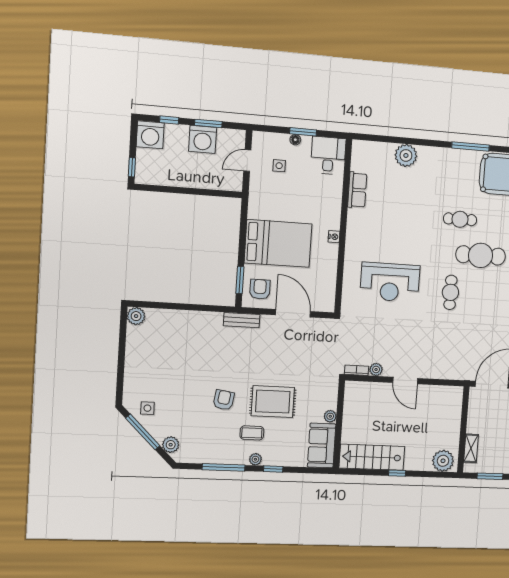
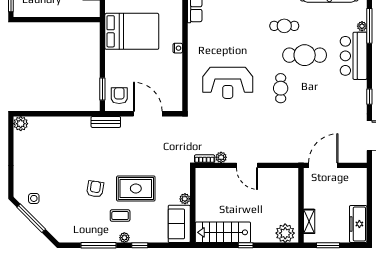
bed: (278, 243) -> (132, 31), moved
plant: (171, 445) -> (54, 228), removed

